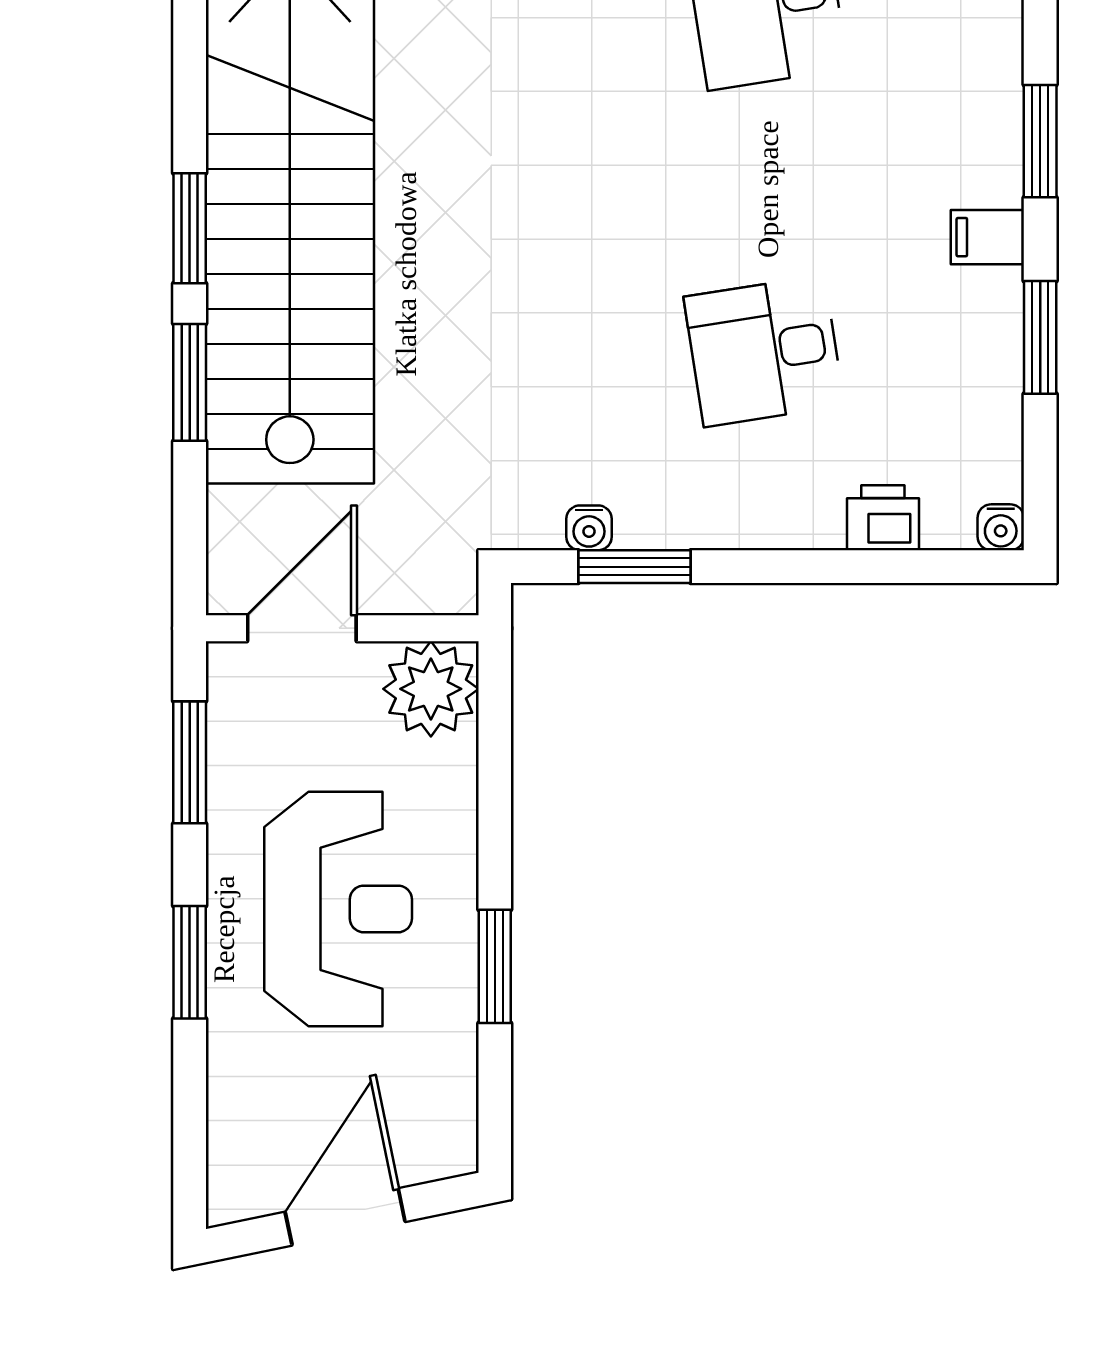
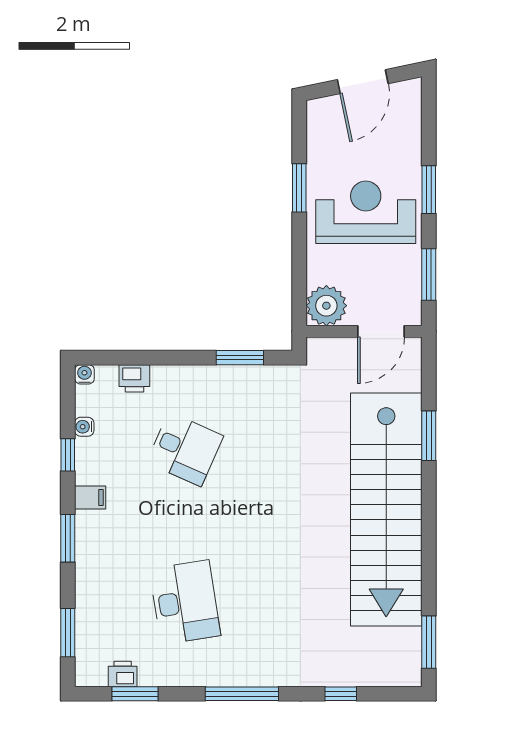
window: (190, 228) -> (429, 501), removed
window: (1040, 337) -> (68, 455), width x0.67
desk: (764, 351) -> (185, 449), turned 33
water cooler: (589, 528) -> (84, 427), moved, turned -90
reception desk: (338, 909) -> (366, 212), turned 90

